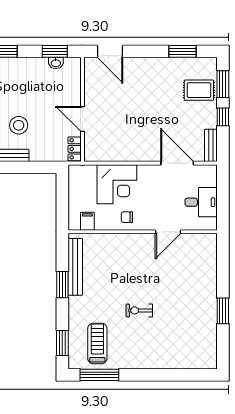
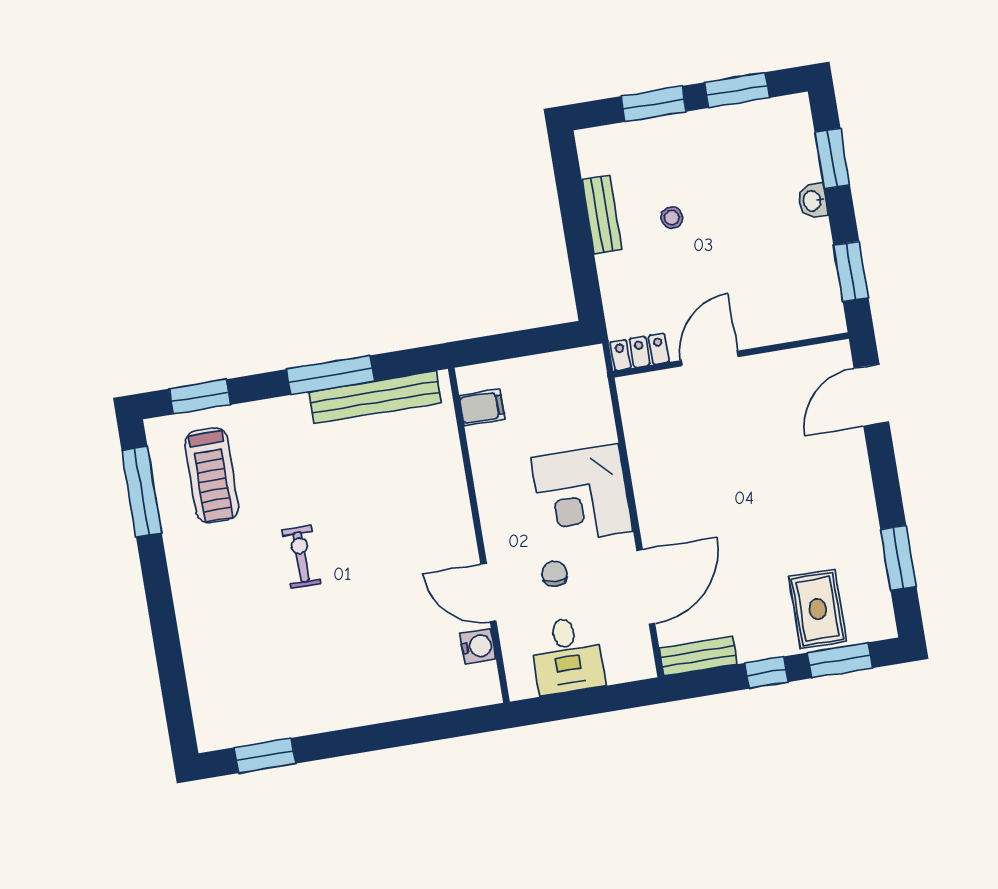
washbasin: (56, 63) -> (813, 201), moved
stool: (19, 125) -> (672, 218), width x0.53, depth x0.53
corner desk: (117, 184) -> (582, 495), moved
chair: (127, 217) -> (554, 574), moved
water cooler: (191, 240) -> (478, 646), added
window: (62, 285) -> (330, 375), width x1.44
window: (223, 311) -> (265, 756), moved
treadmill: (97, 343) -> (212, 475), turned 90

